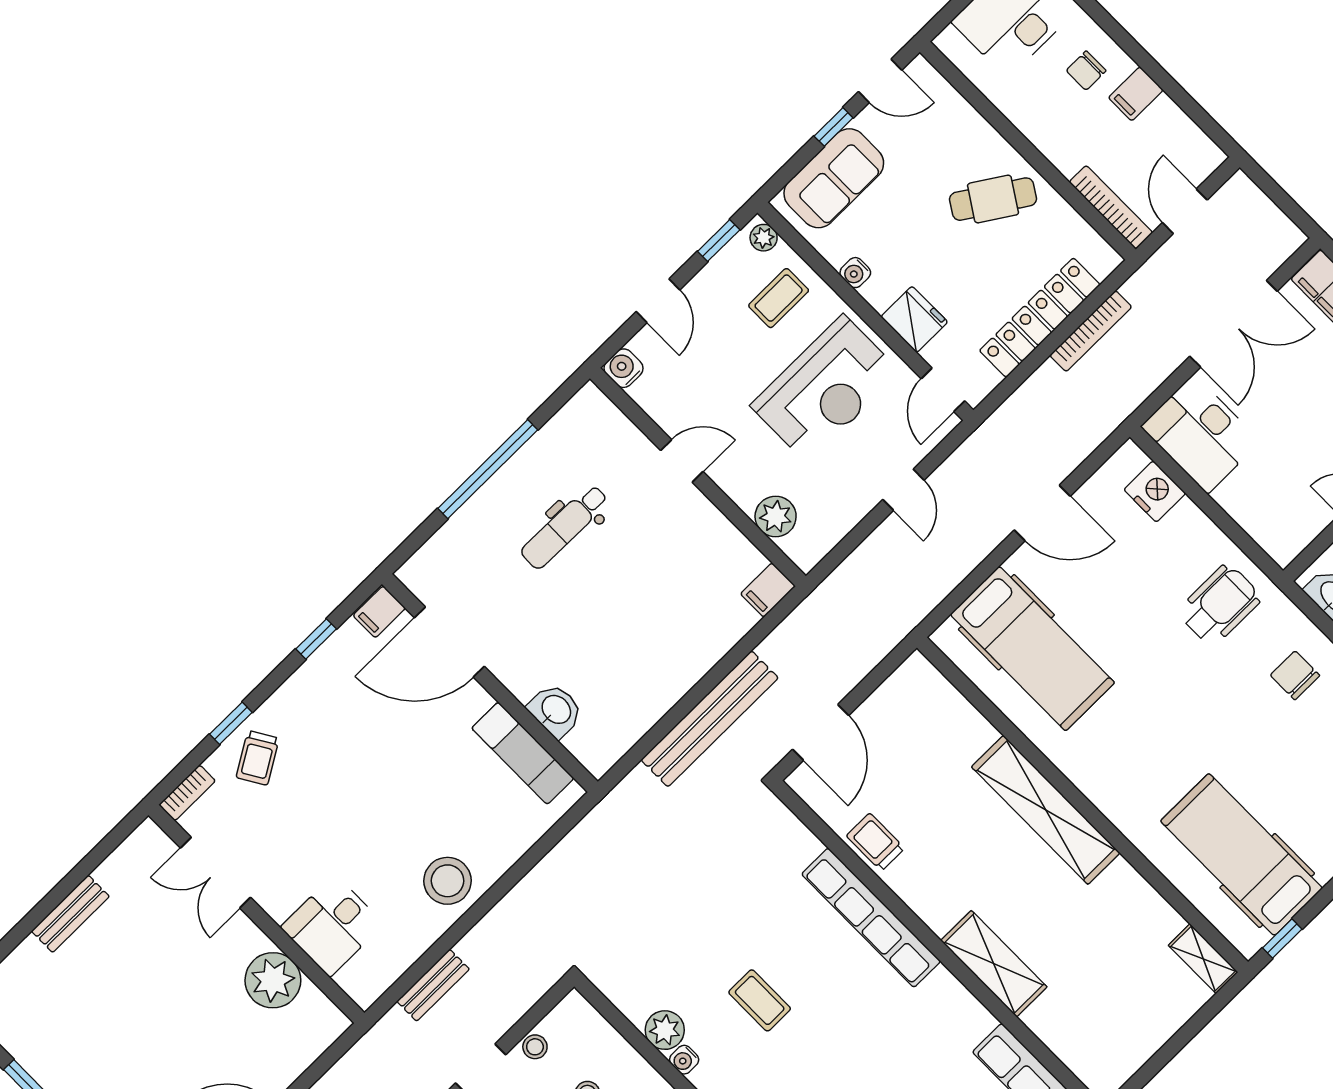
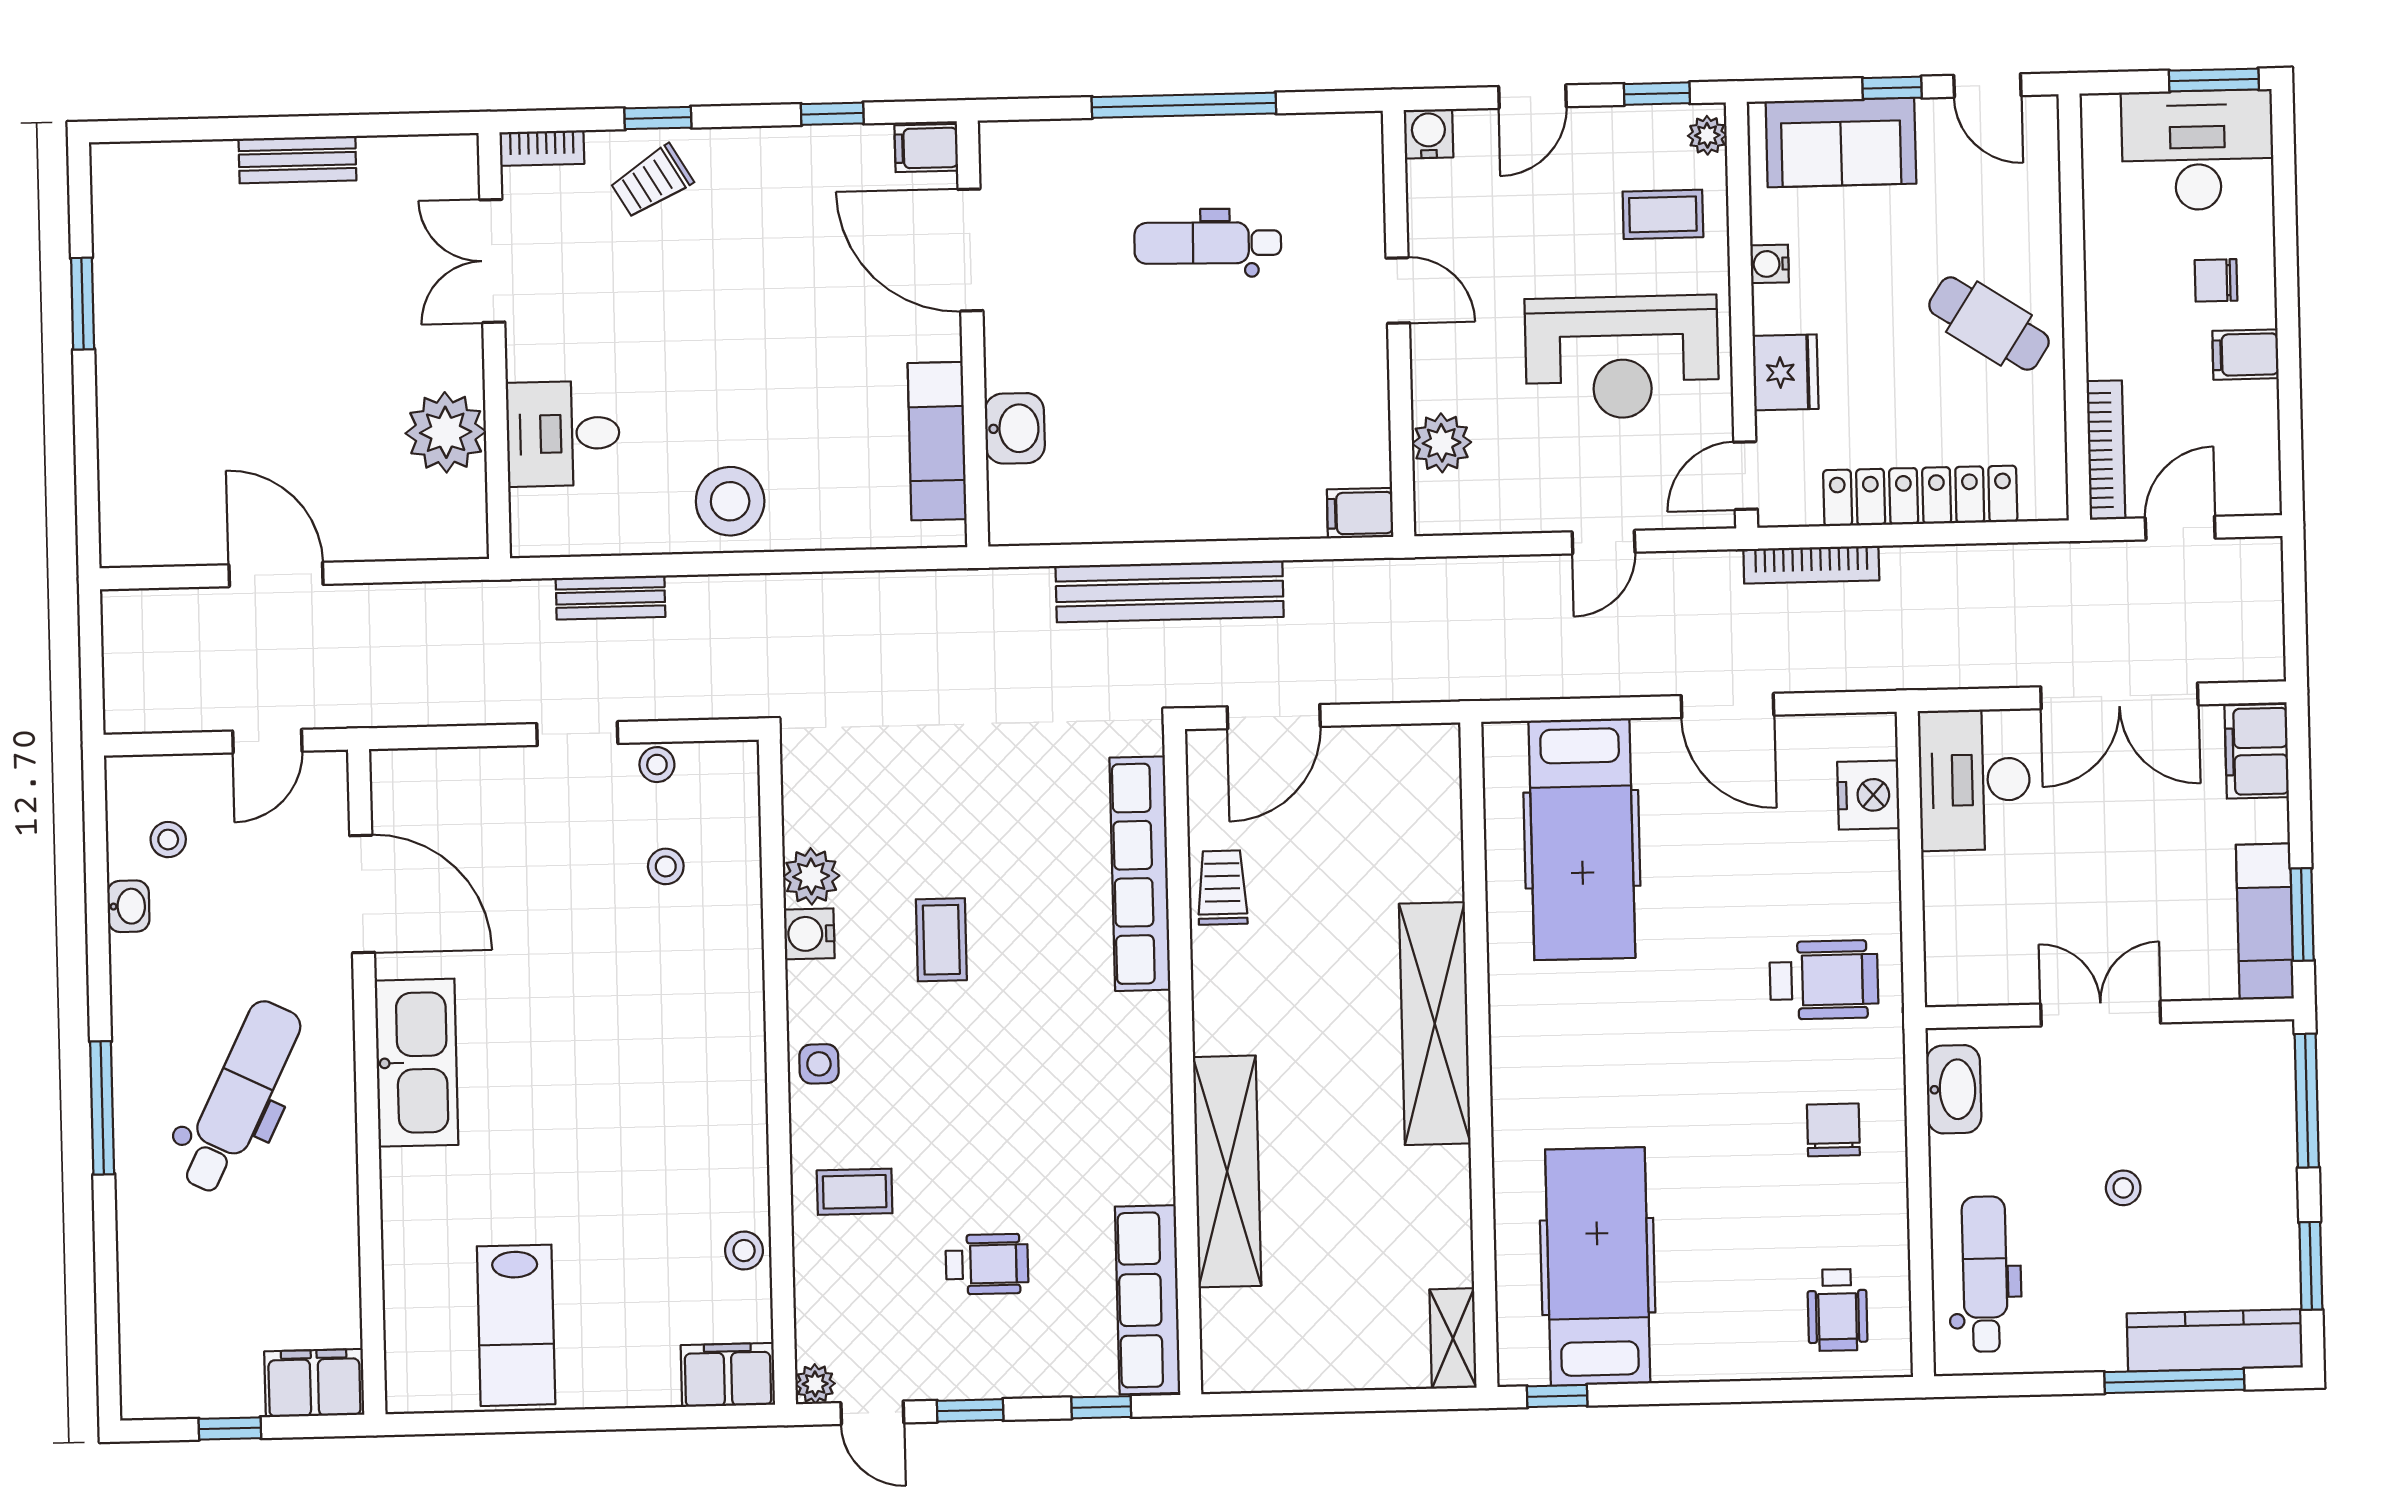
bookcase: (1091, 331) -> (1811, 565), moved
row of seats: (871, 918) -> (1140, 874), moved
shelving: (994, 964) -> (1227, 1171), width x1.47
water cooler: (684, 1060) -> (809, 934), width x1.38, depth x1.38

